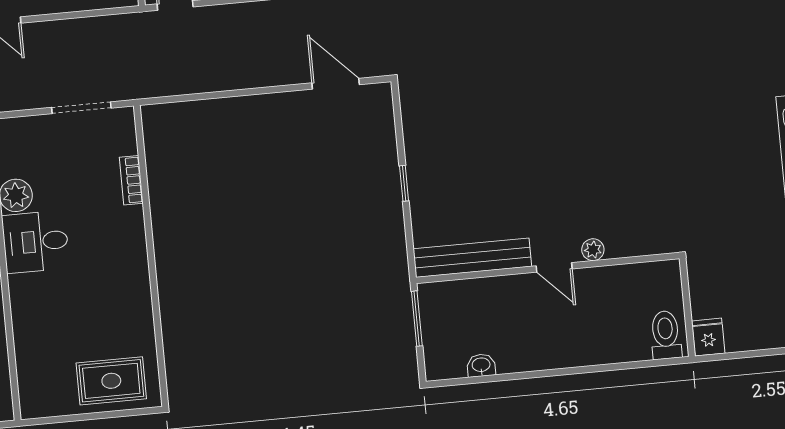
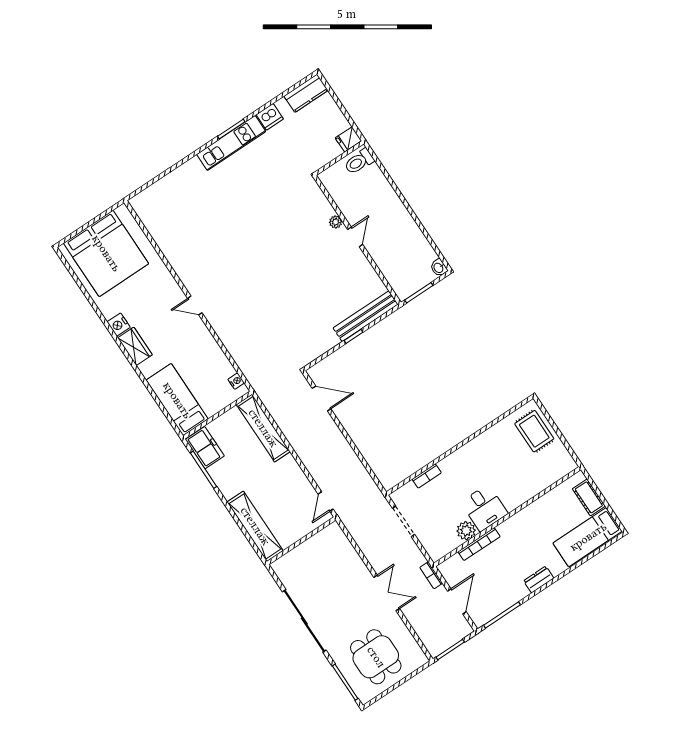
door: (336, 84) -> (322, 398), swing flipped
bench: (472, 258) -> (366, 316), moved, turned 90
washbasin: (481, 365) -> (439, 268), moved

